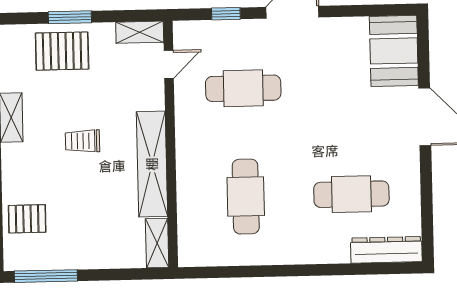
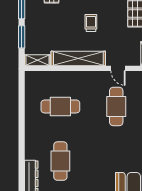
door: (169, 64) -> (118, 68), moved
window: (112, 275) -> (22, 37), added

